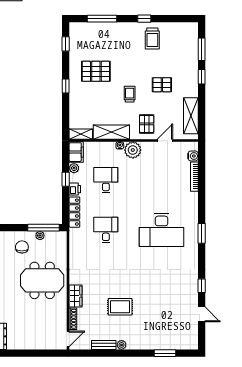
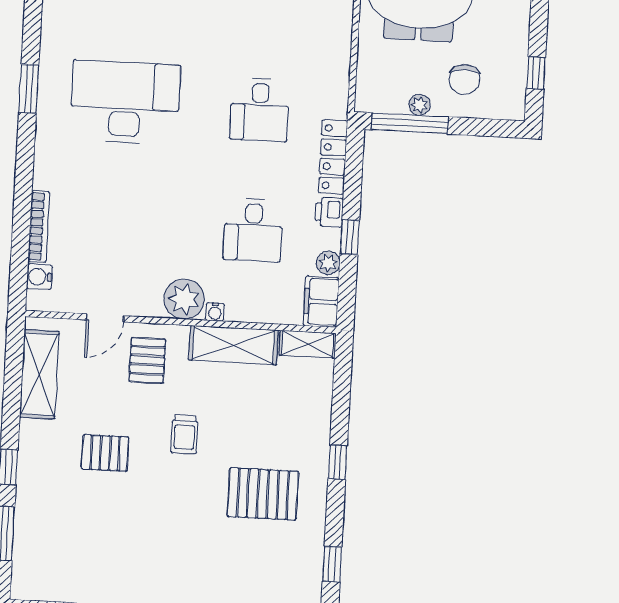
trolley: (152, 39) -> (122, 566), removed

